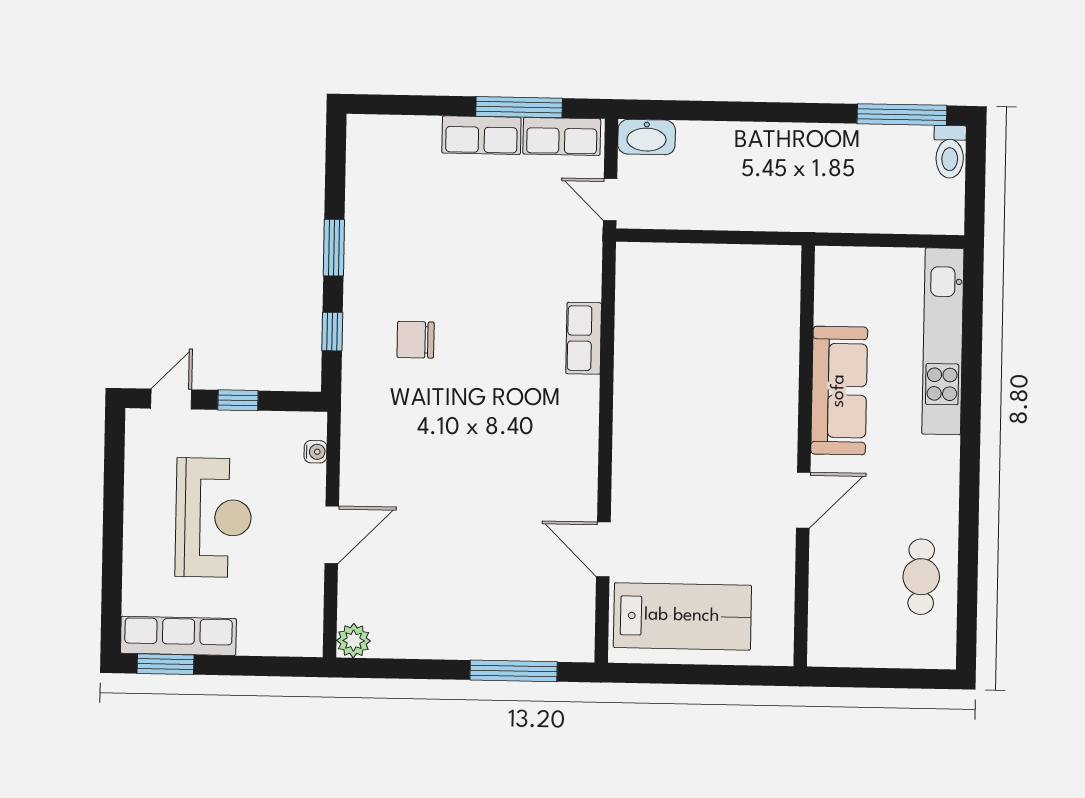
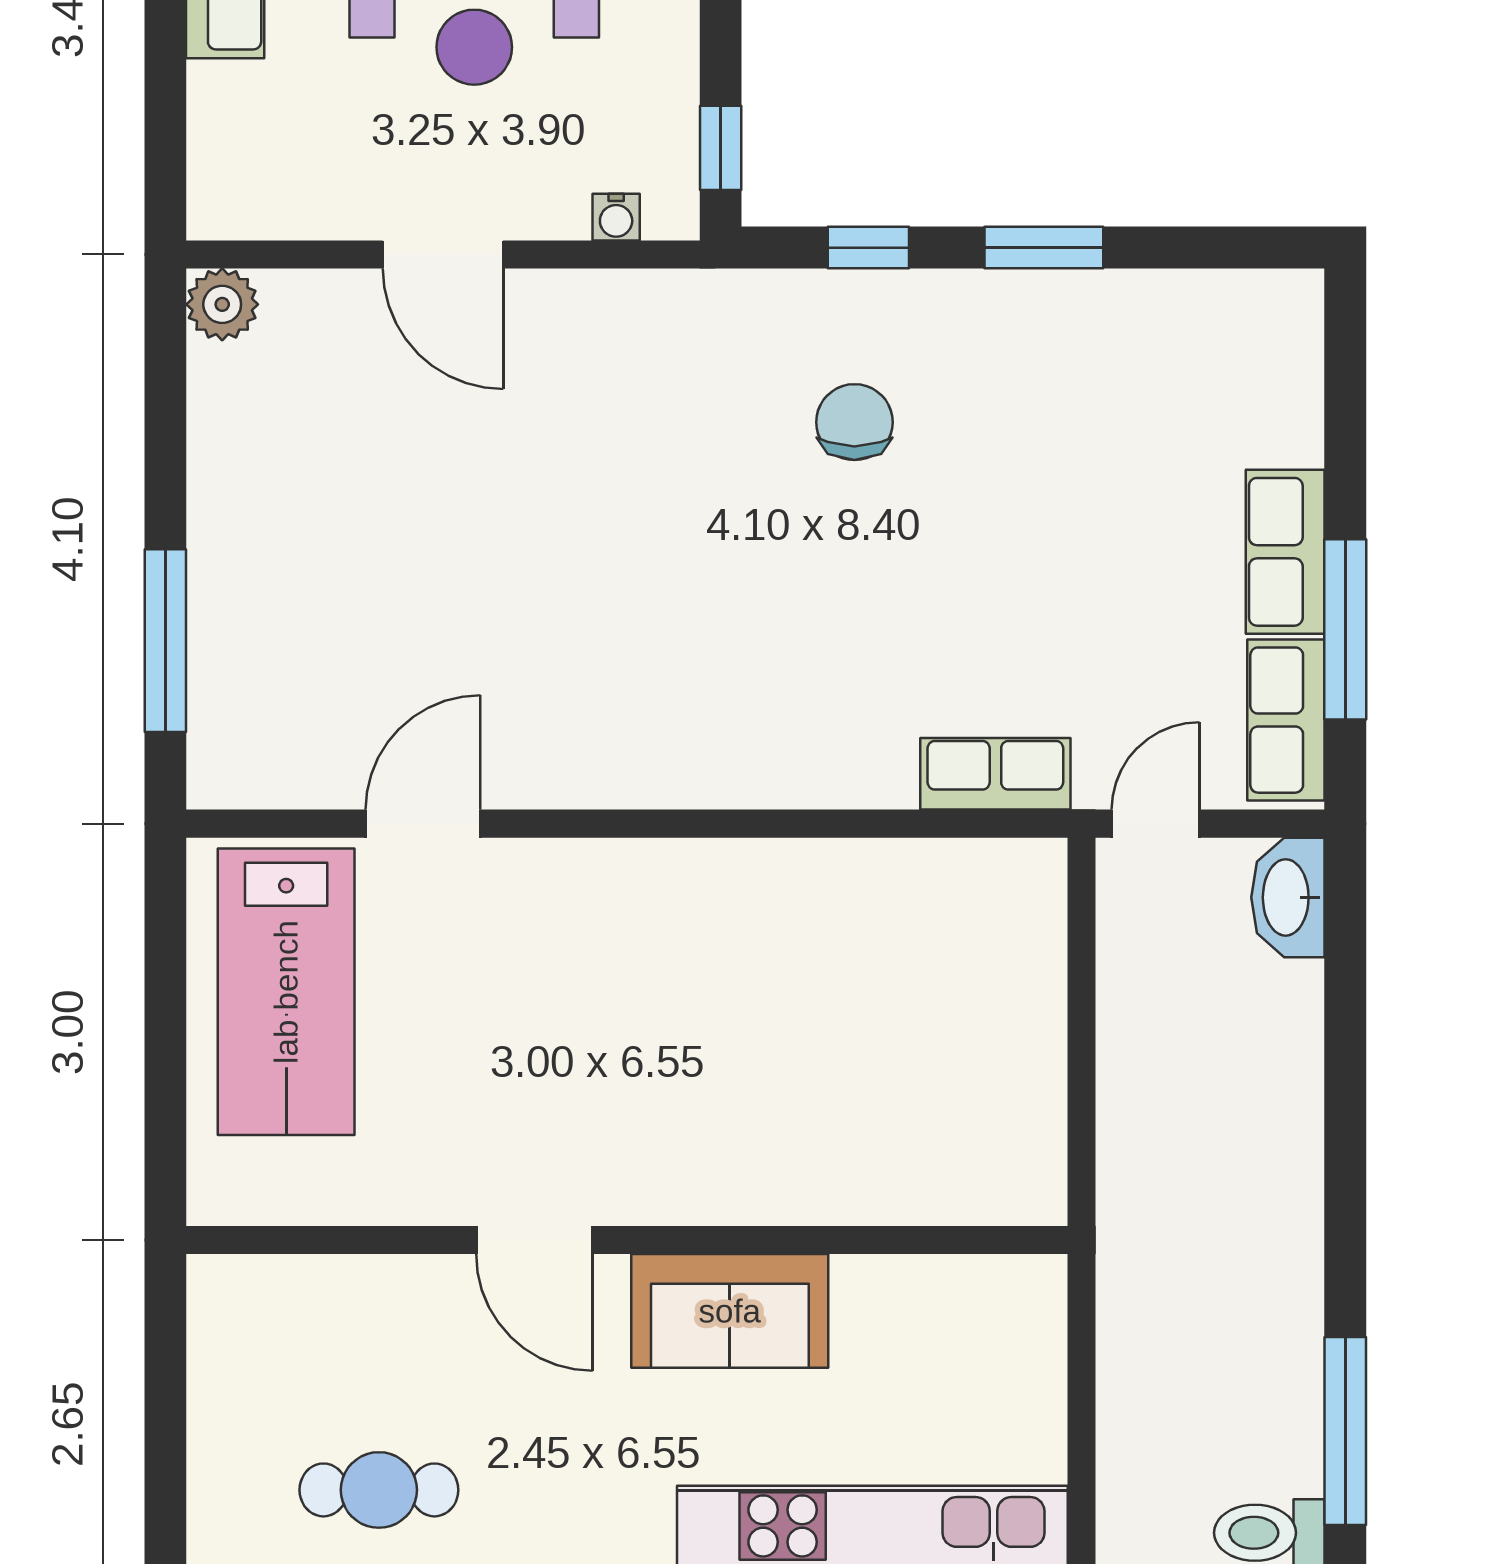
row of seats: (584, 338) -> (995, 774), moved
sofa: (839, 391) -> (730, 1311), width x0.73
window: (238, 400) -> (721, 148), moved

